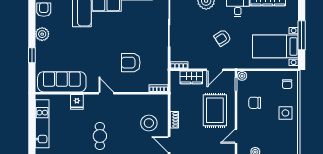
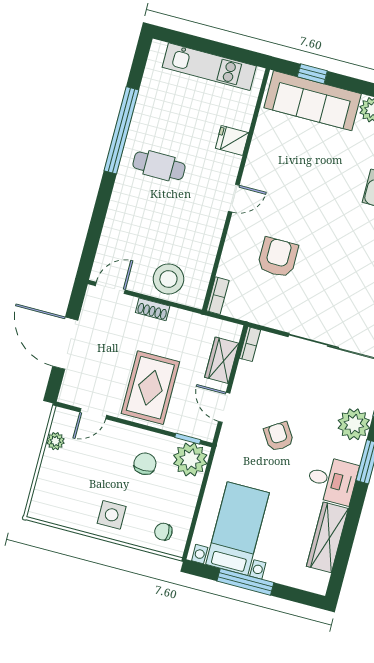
window: (32, 55) -> (312, 74), moved
plant: (242, 76) -> (190, 459), width x1.87, depth x1.87
sofa: (62, 82) -> (313, 101), moved, turned 90
rug: (215, 110) -> (150, 388), turned 90
stool: (149, 123) -> (168, 279), moved
door: (236, 136) -> (93, 414), swing flipped

